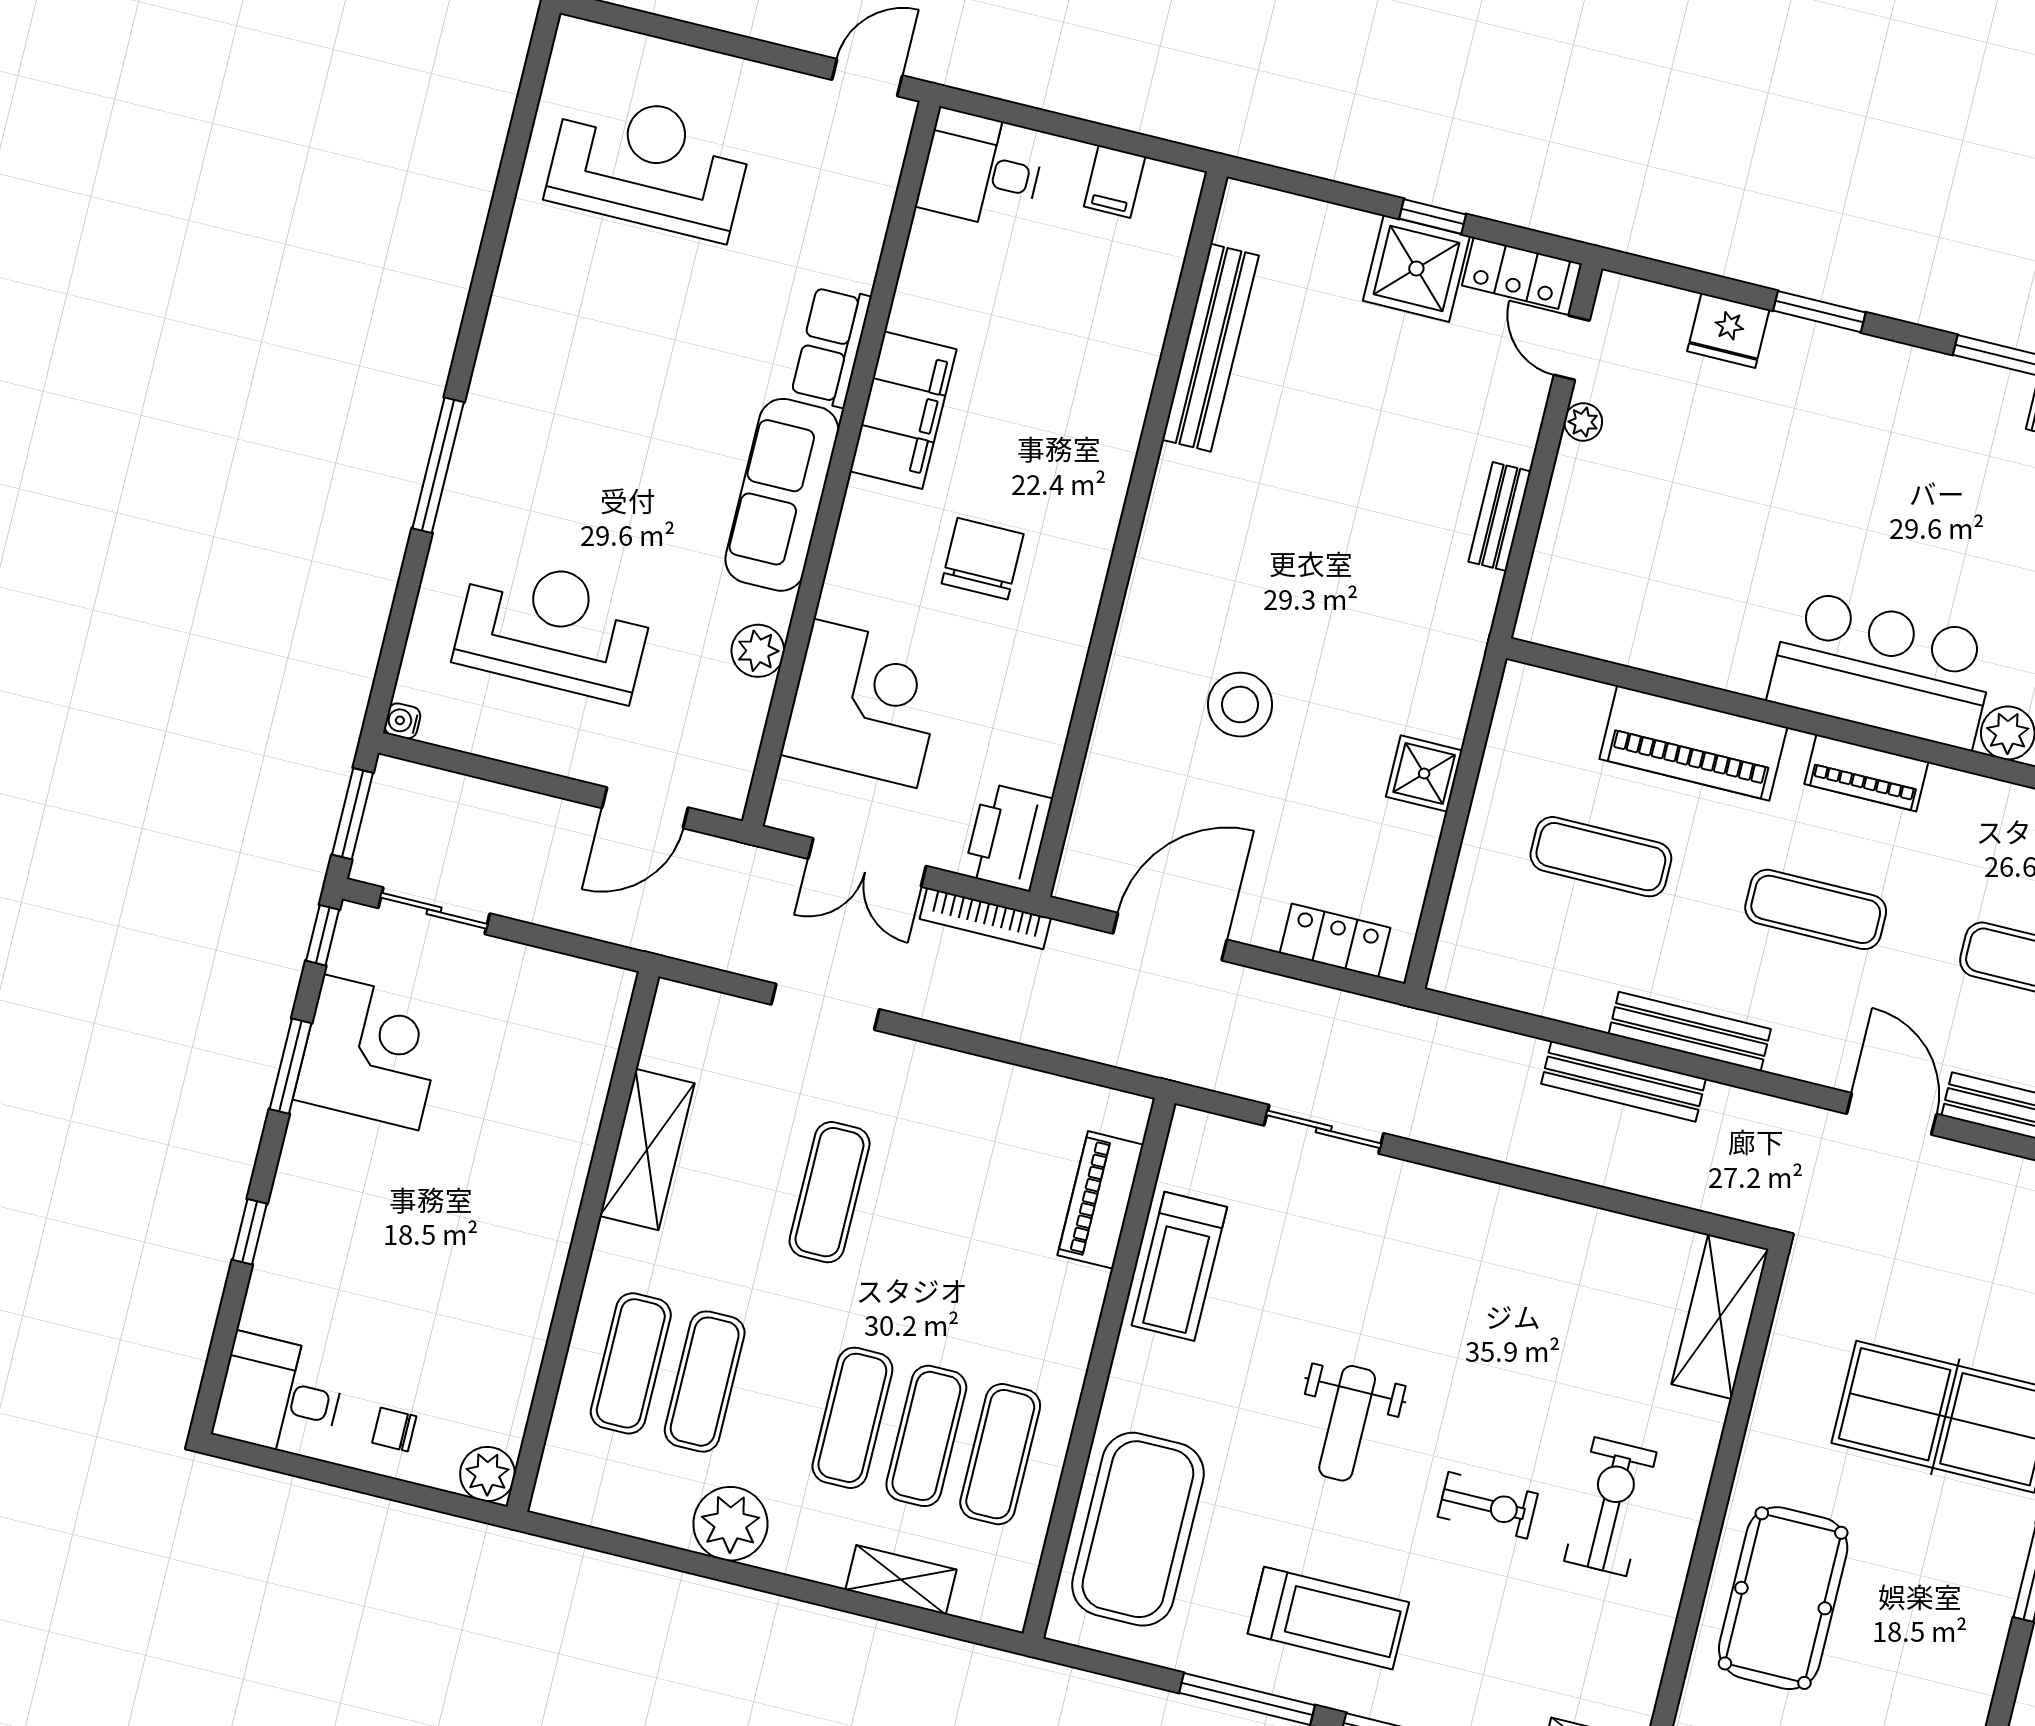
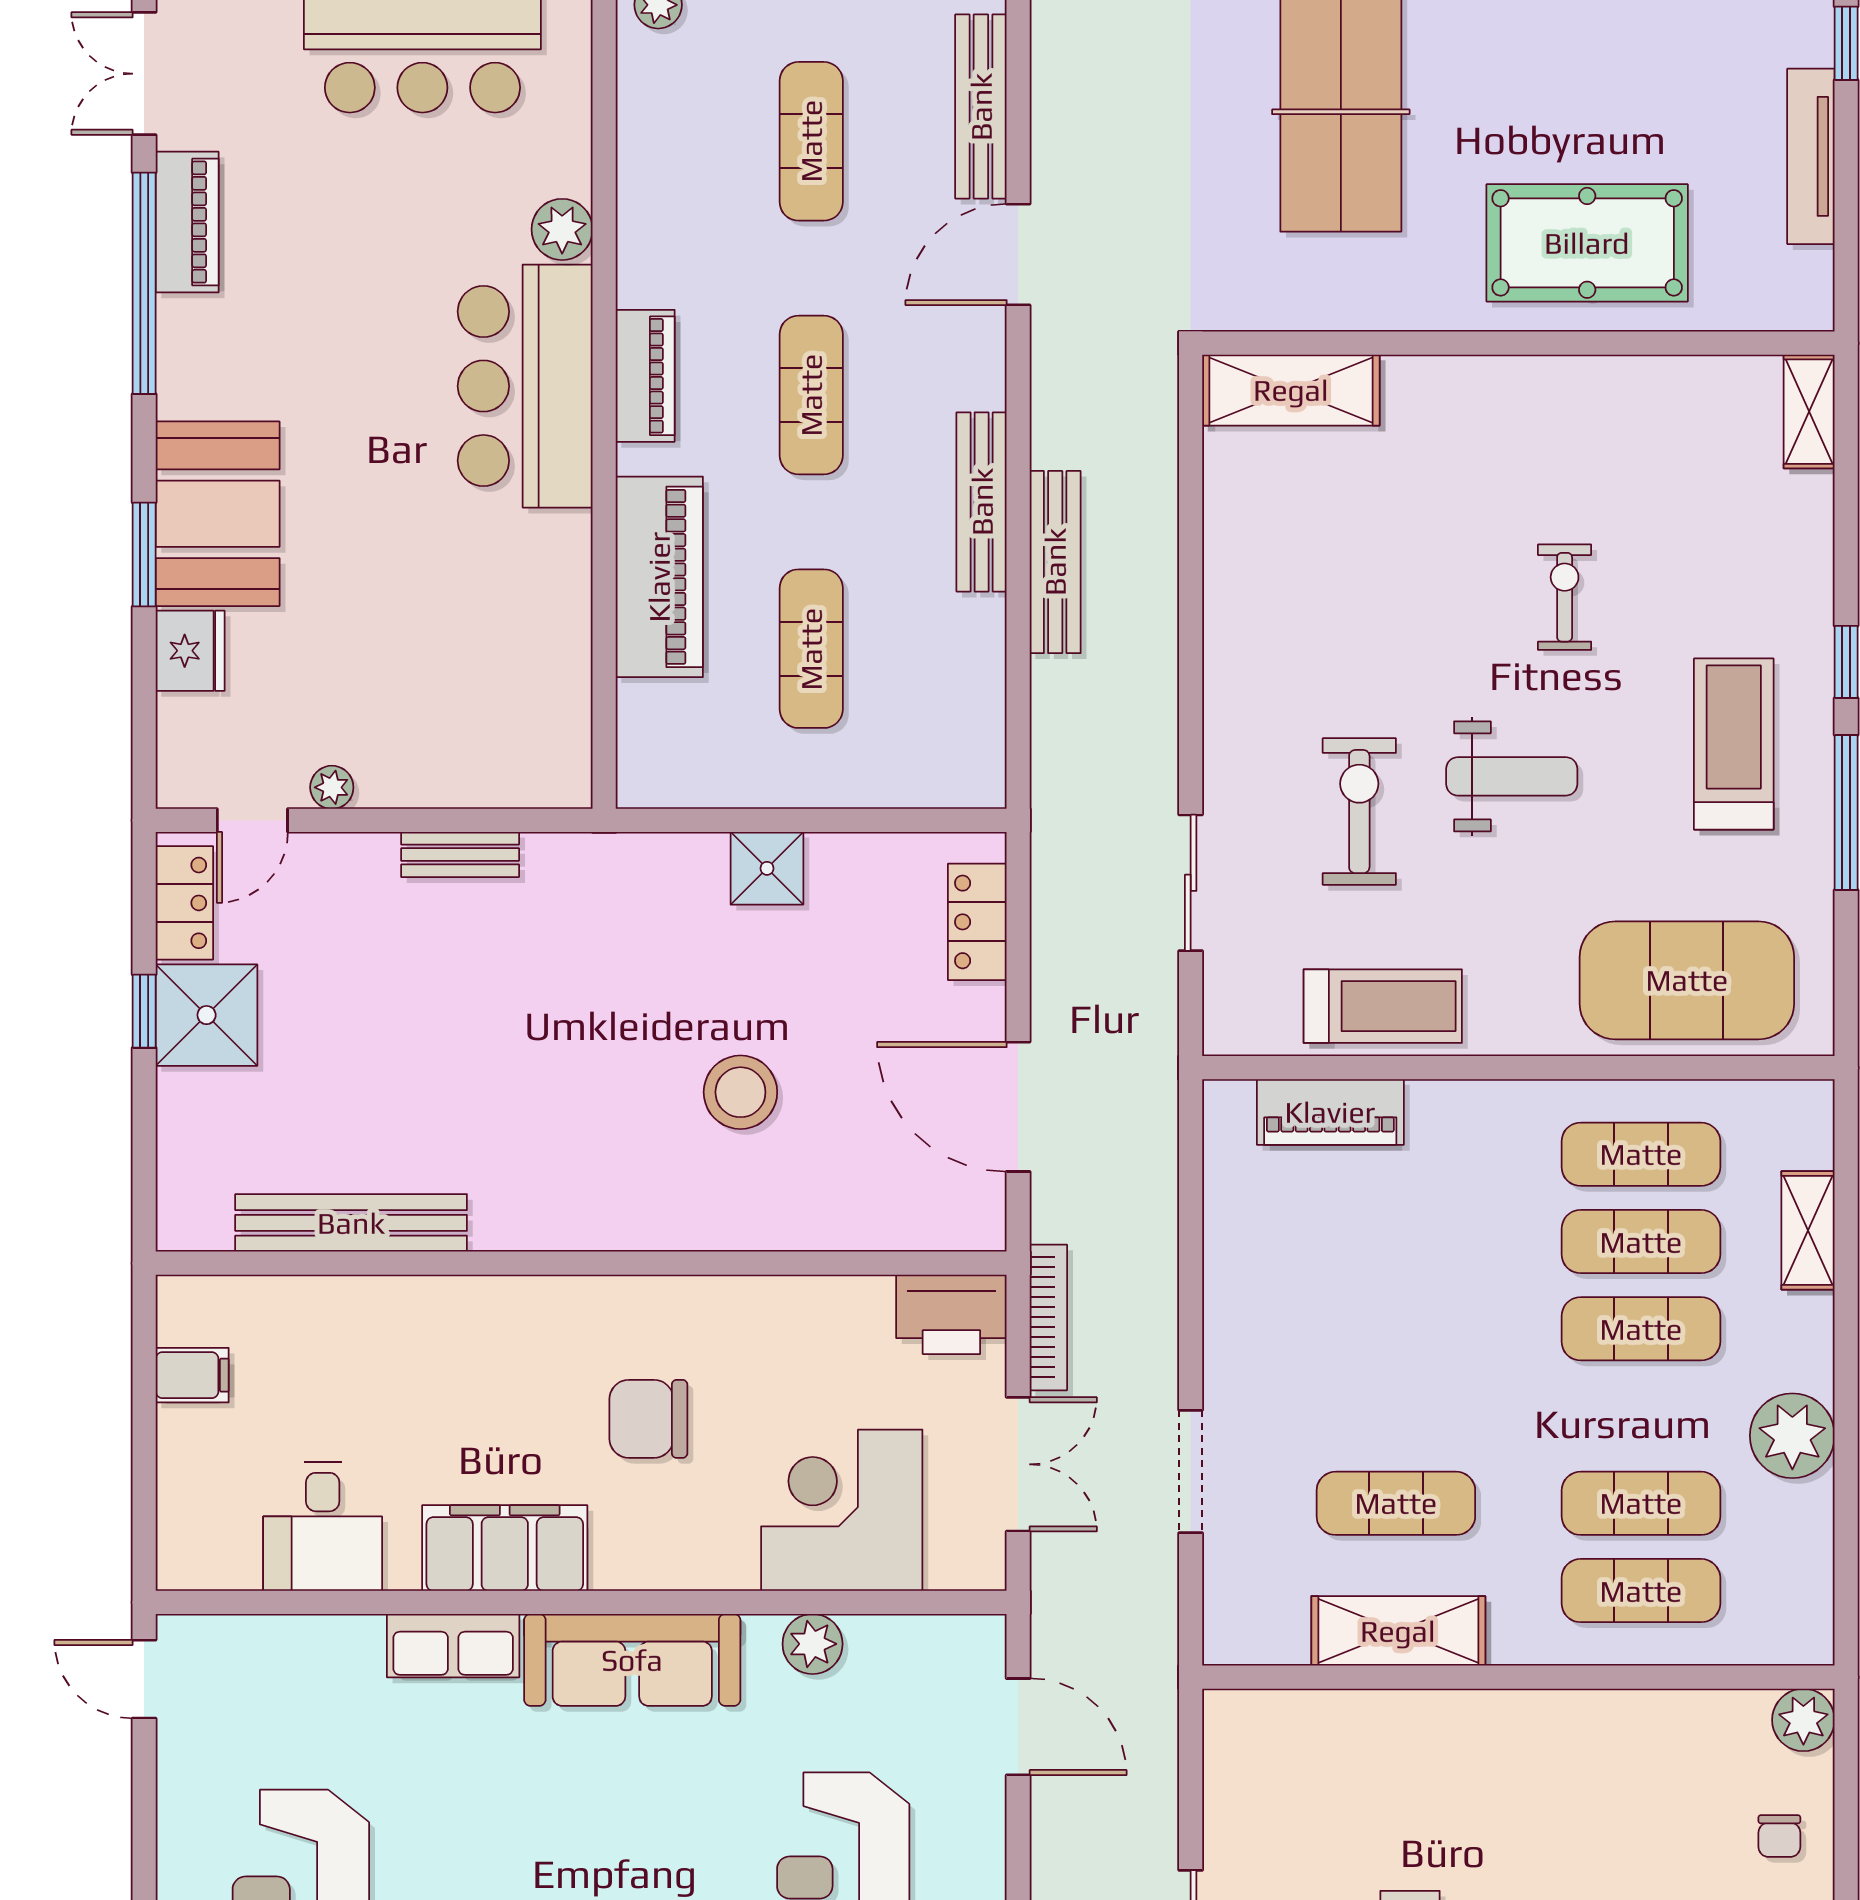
desk: (981, 169) -> (323, 1527), moved
booth: (1839, 382) -> (218, 514), added
exercise mat: (830, 1192) -> (1396, 1503), moved
exercise bike: (1610, 1507) -> (1359, 812), moved, turned 90

